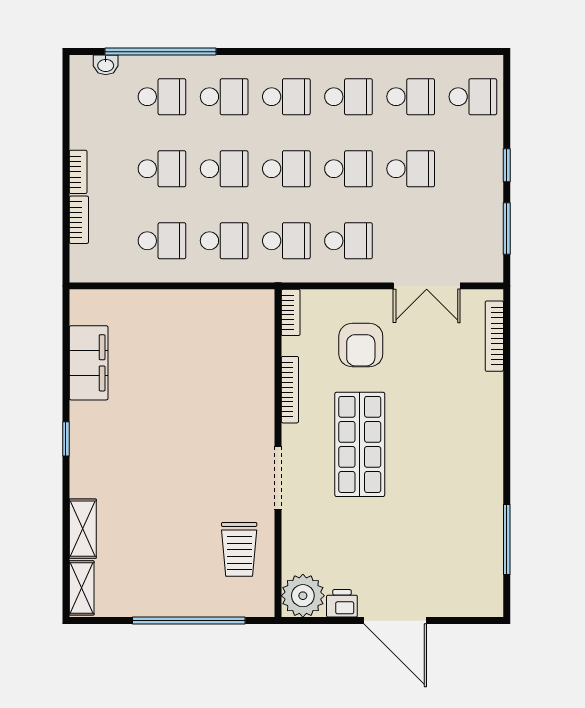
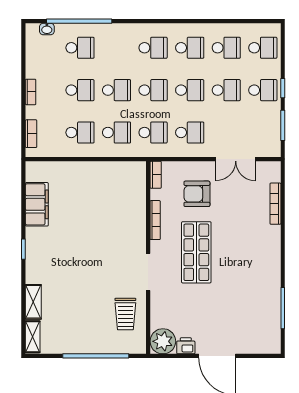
school desk: (224, 97) -> (263, 90), moved
bookcase: (79, 220) -> (31, 134), moved
bookcase: (494, 336) -> (275, 204), moved
armchair: (361, 345) -> (197, 194), turned 90

